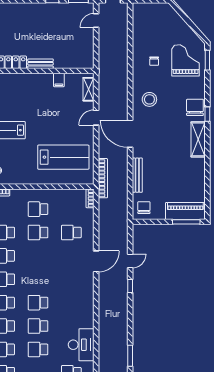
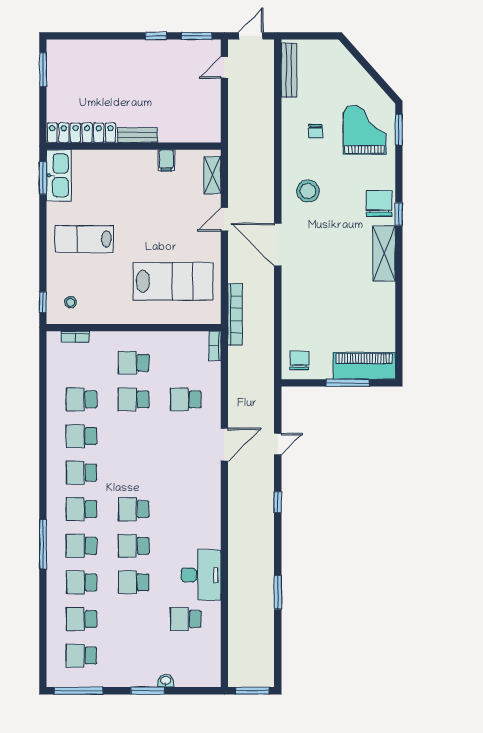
bench: (137, 175) -> (289, 70), moved
window: (186, 222) -> (348, 383), moved
window: (130, 286) -> (278, 502), moved

